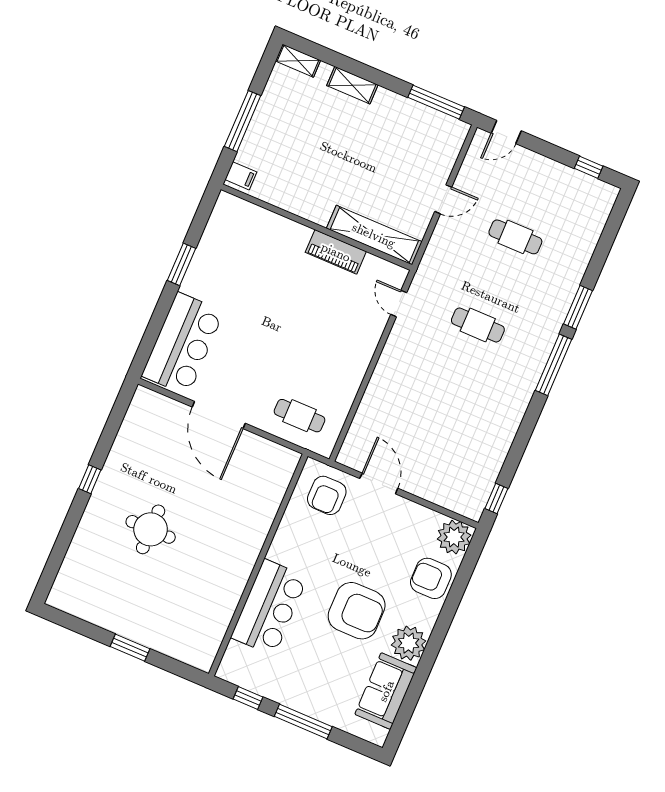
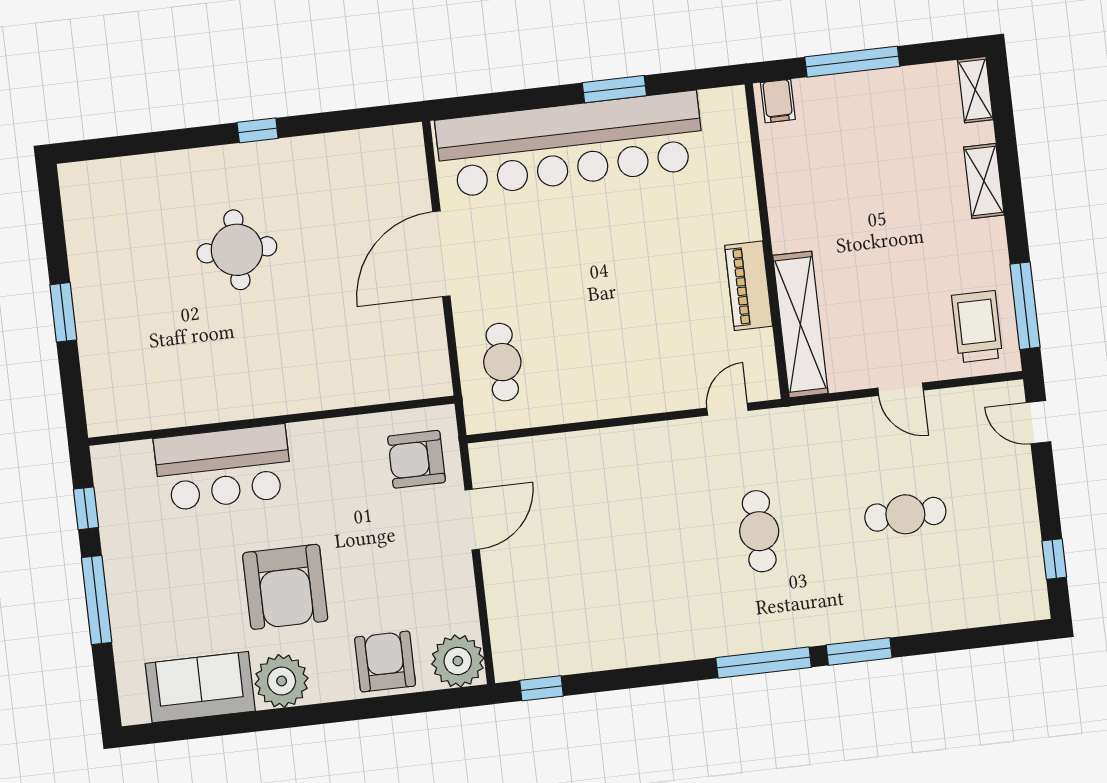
trolley: (432, 136) -> (977, 327), added
cafe table: (515, 237) -> (905, 514), turned 90
bar counter: (183, 344) -> (570, 144), width x1.86

